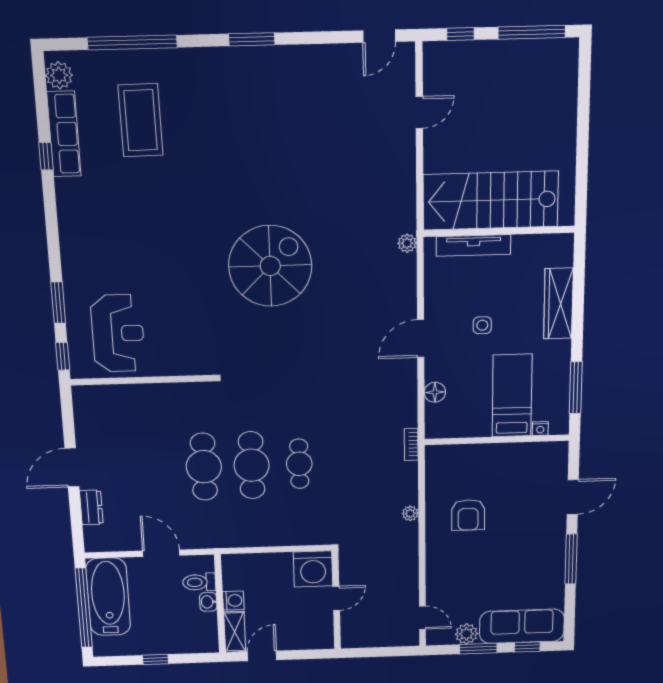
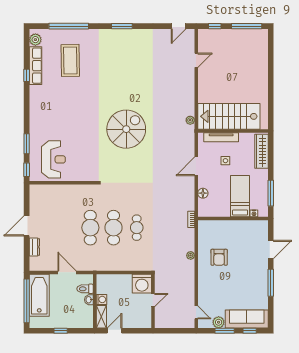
stairs: (491, 200) -> (229, 116), moved
wall: (499, 231) -> (233, 131), moved
tv unit: (474, 245) -> (221, 137), moved

